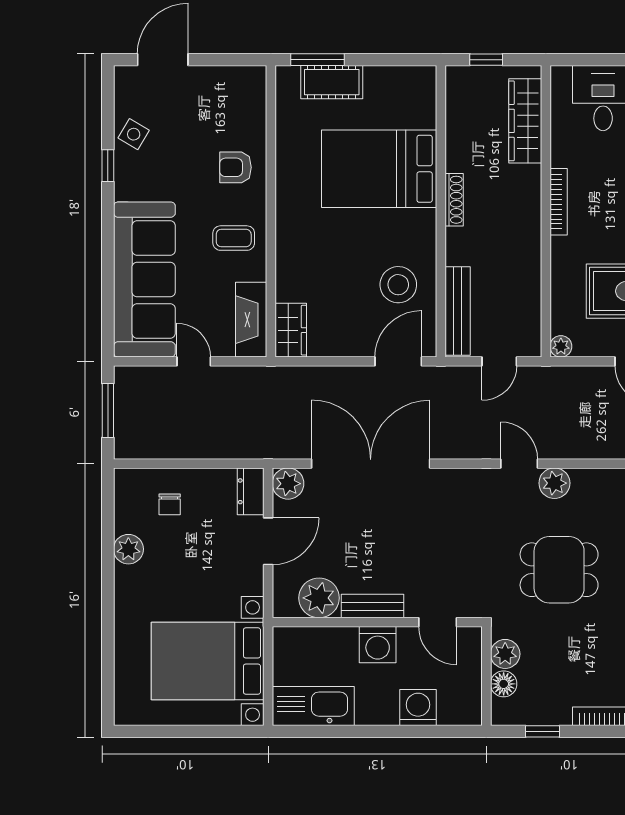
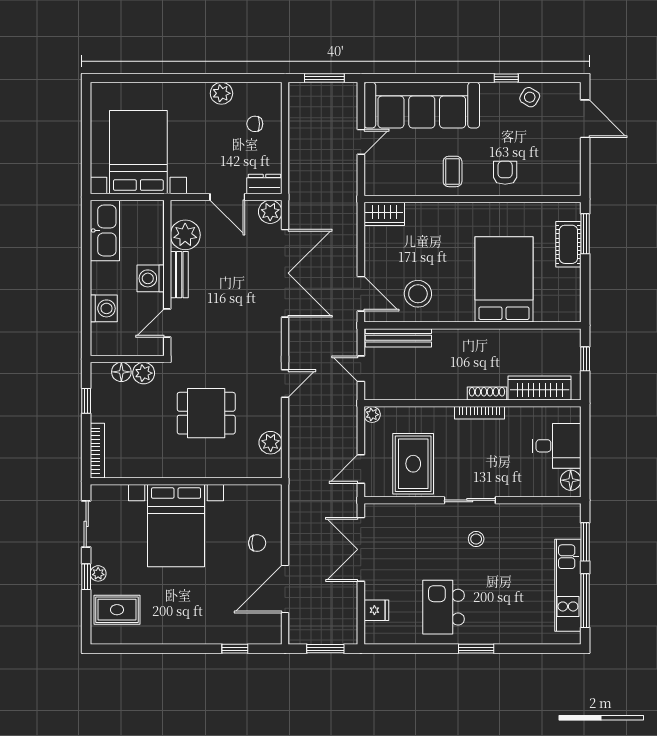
shoe rack: (454, 200) -> (487, 393), moved, turned 180
fireplace: (251, 320) -> (392, 184), removed
plant: (554, 483) -> (271, 443), moved
dining table: (559, 570) -> (206, 413), turned 90

